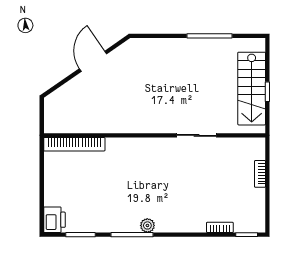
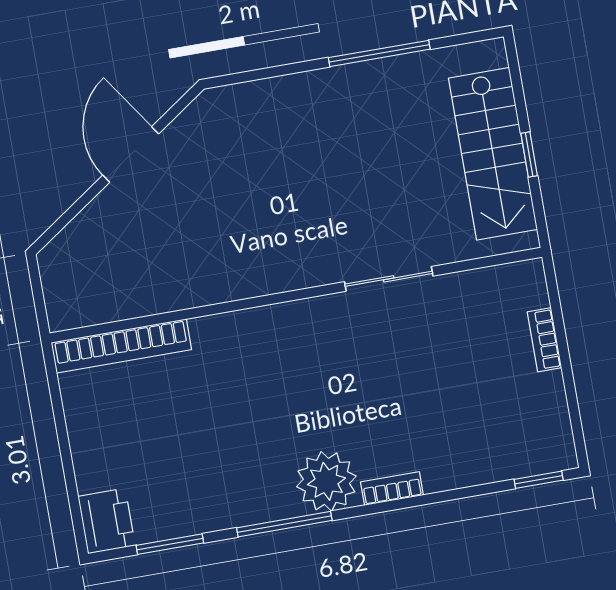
plant: (147, 225) -> (326, 481), width x1.87, depth x1.87
bookcase: (220, 227) -> (392, 489), moved

